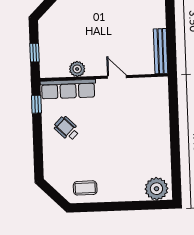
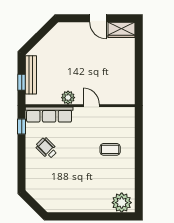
bench: (161, 51) -> (31, 75), moved
plant: (77, 69) -> (68, 98), moved
coffee table: (85, 188) -> (110, 149), moved

